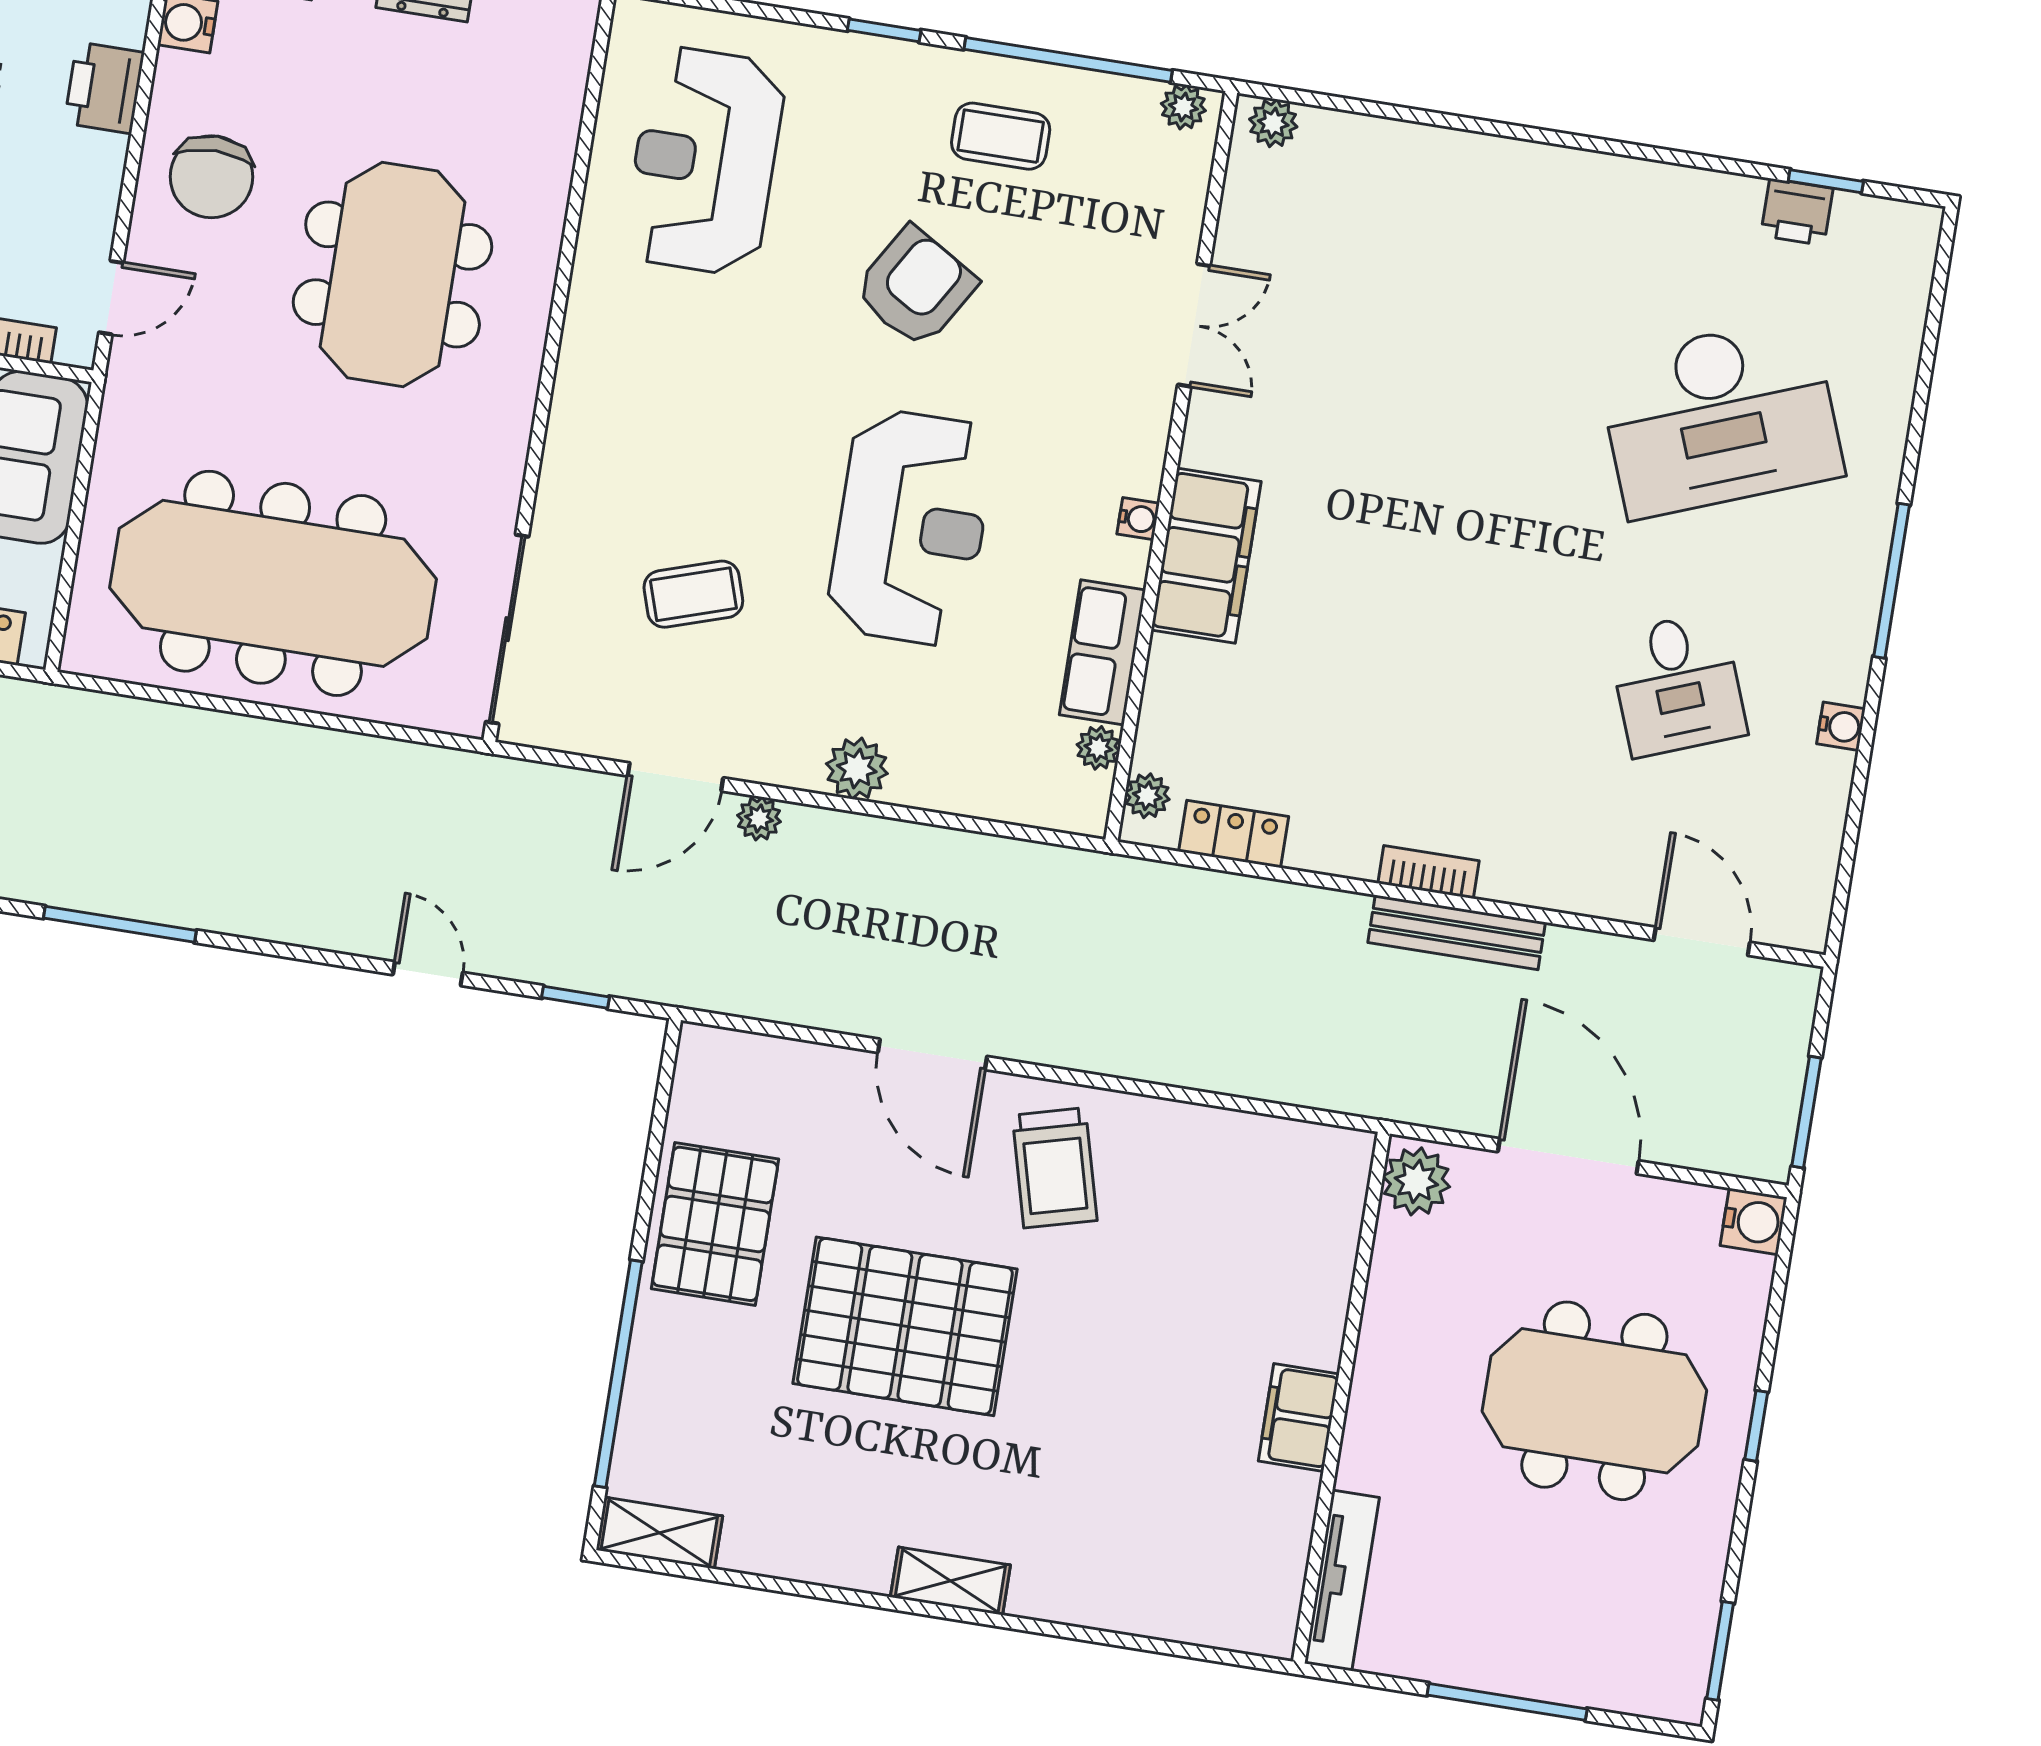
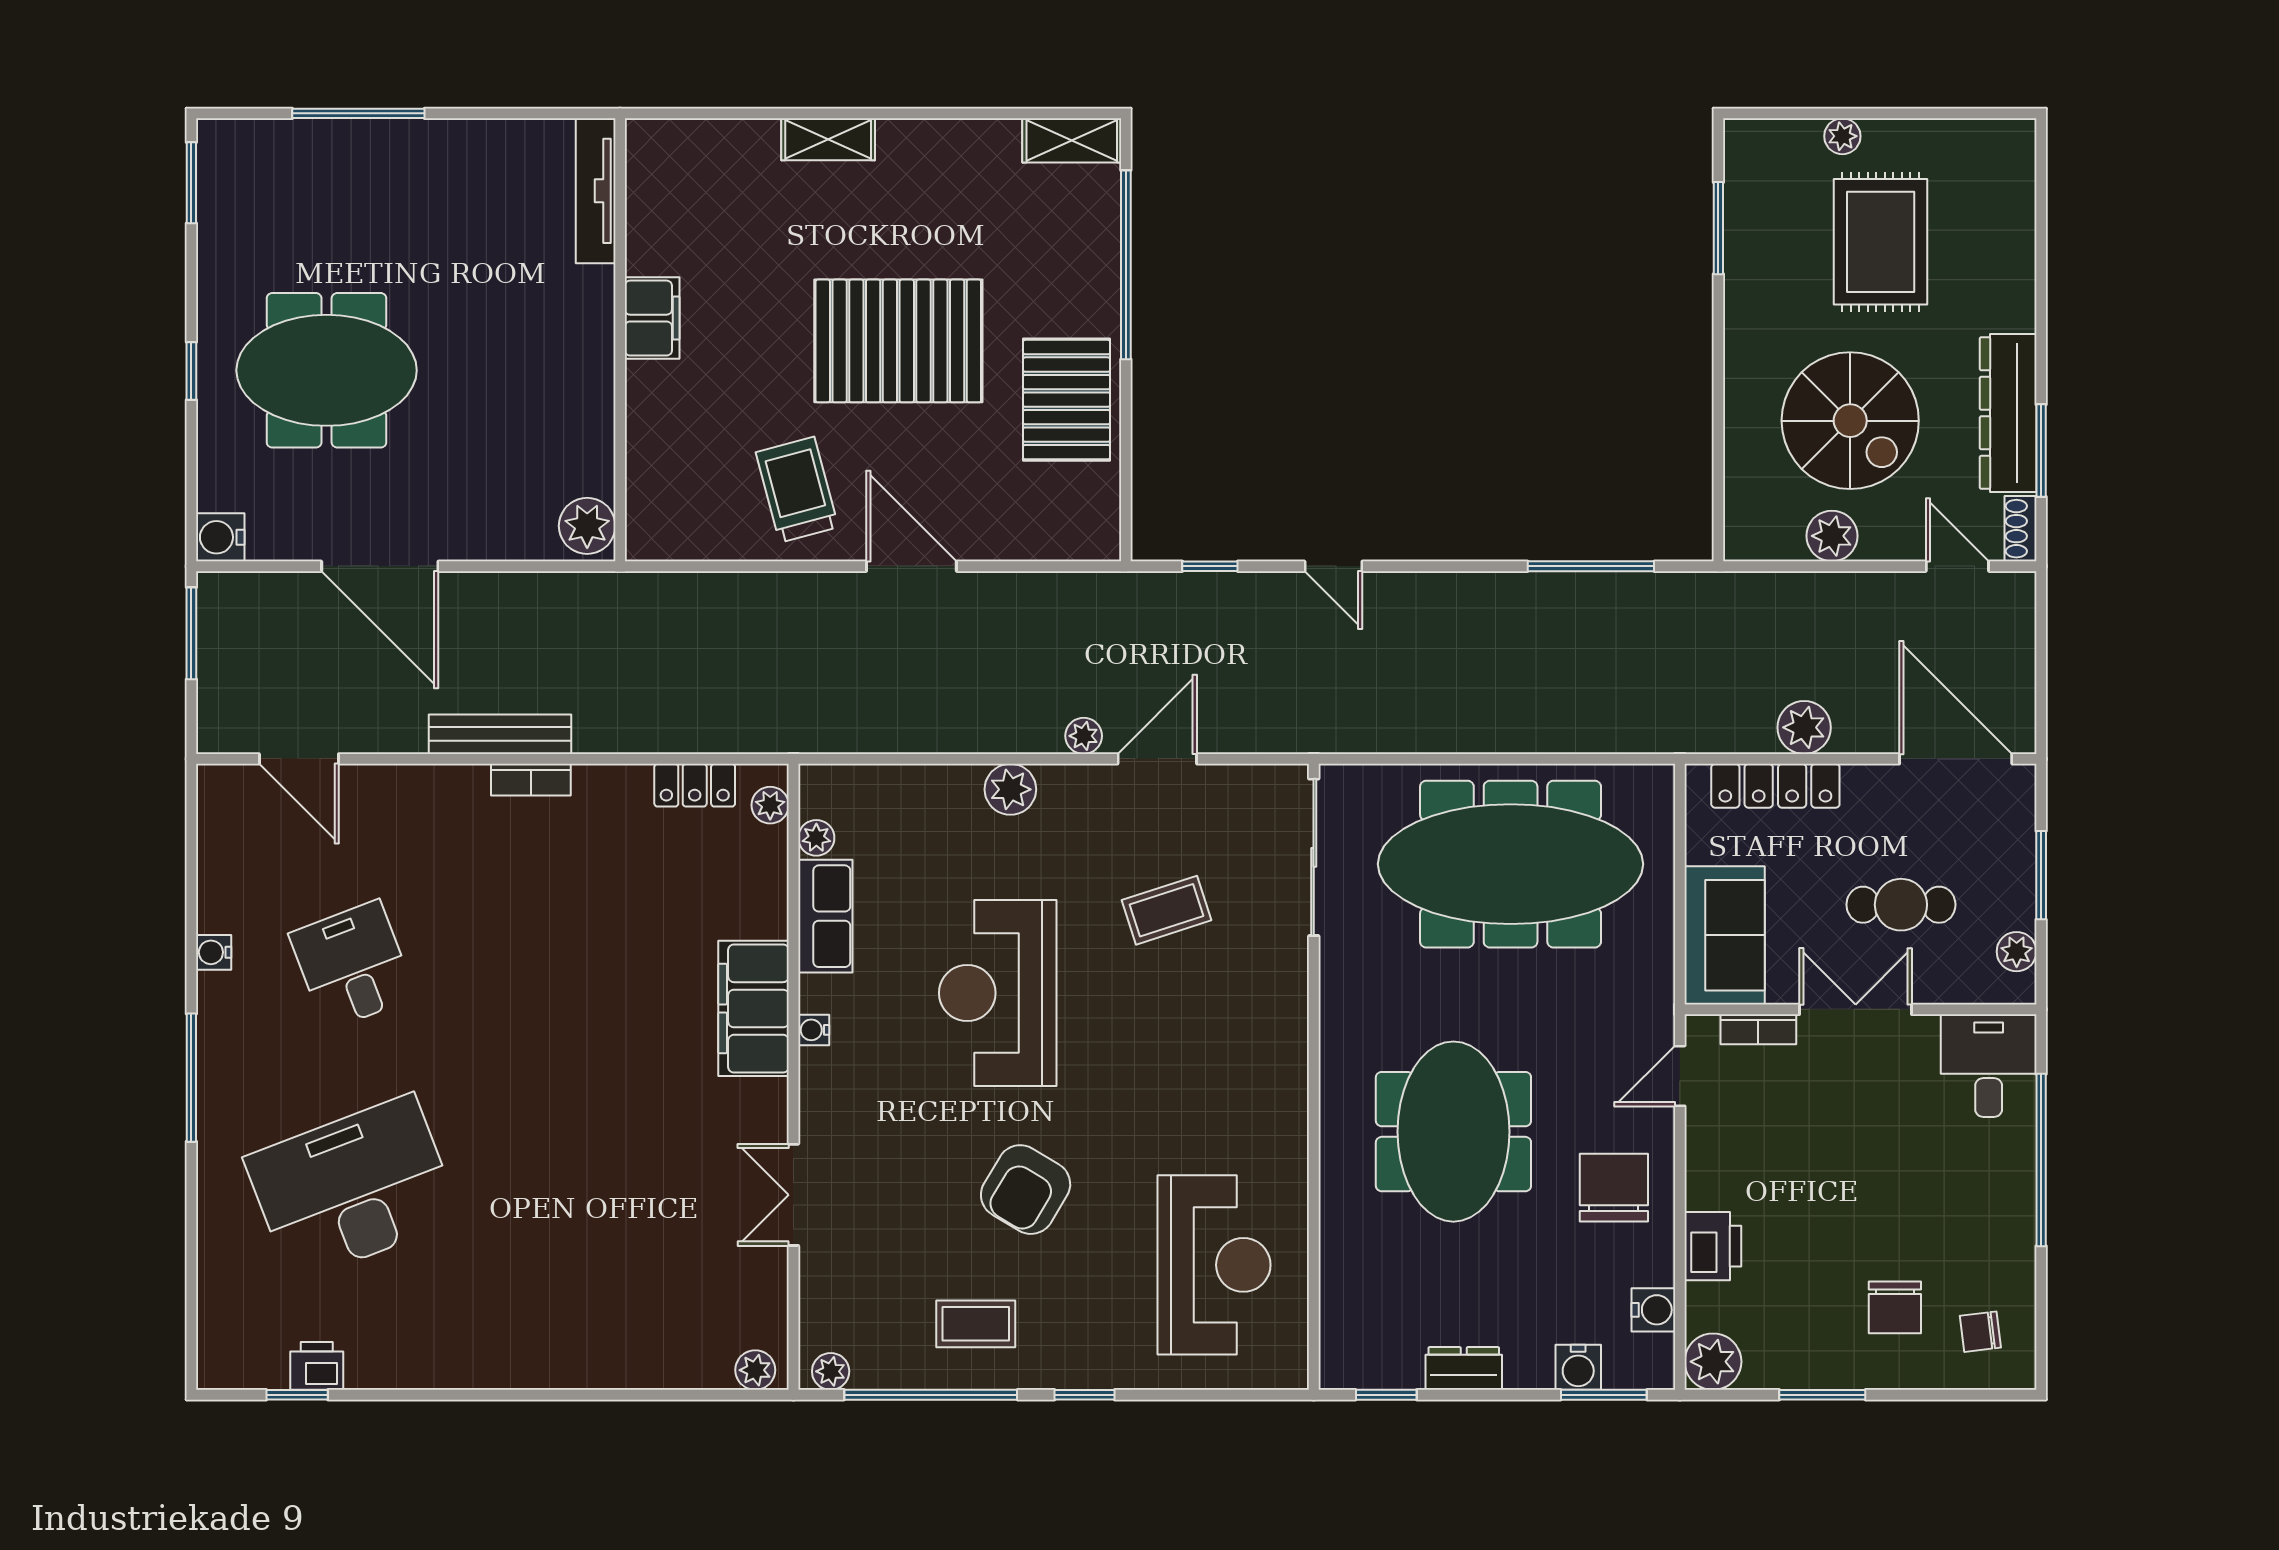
plant: (1416, 1181) -> (587, 526), moved
wall: (1341, 1398) -> (620, 340), moved
filing cabinet: (1299, 1417) -> (652, 318), moved
tv unit: (1342, 1580) -> (596, 191), moved

